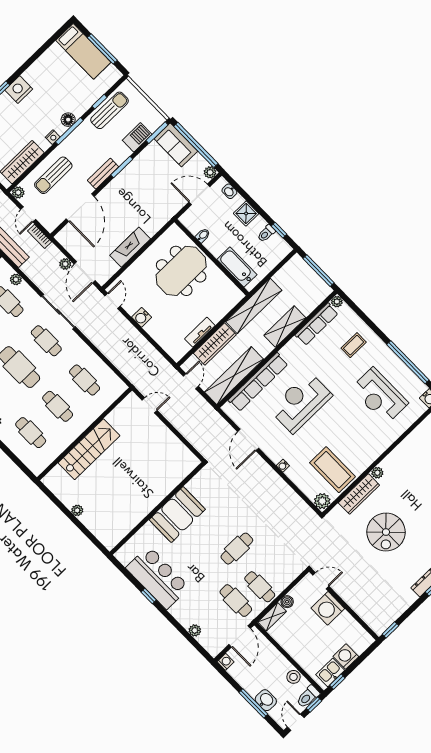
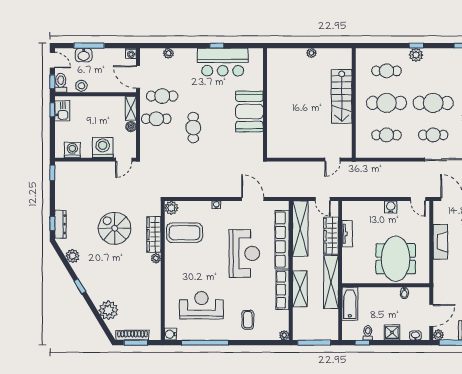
bathtub: (237, 267) -> (350, 304), moved, turned -90
row of seats: (317, 324) -> (283, 290), moved
cafe table: (58, 406) -> (387, 103), width x1.37, depth x1.35
washing machine: (346, 656) -> (72, 150), moved, turned -90

